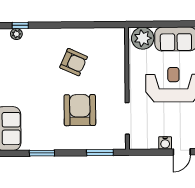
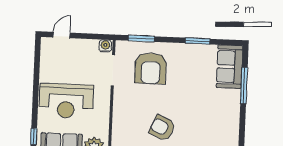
armchair: (80, 110) -> (151, 68), moved
water cooler: (165, 143) -> (105, 46), moved

